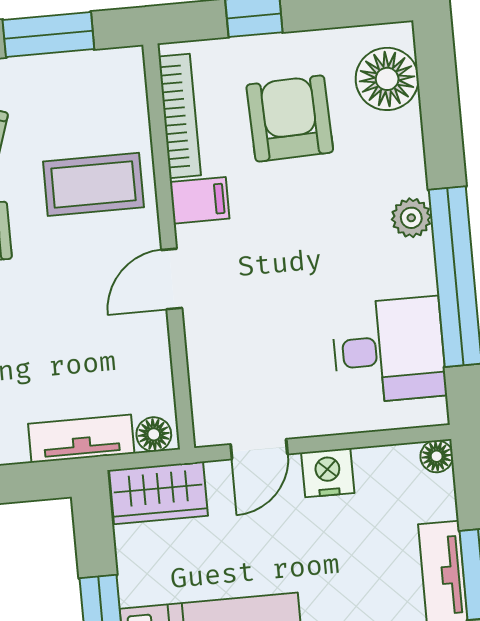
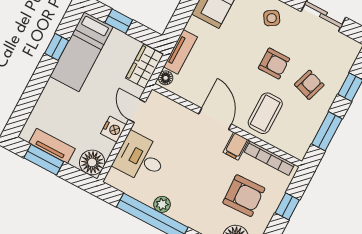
plant: (411, 218) -> (162, 204), moved
door: (172, 279) -> (215, 119), width x1.38
desk: (389, 350) -> (140, 158), moved, turned 90
floor lamp: (437, 456) -> (92, 162), width x1.89, depth x1.89

